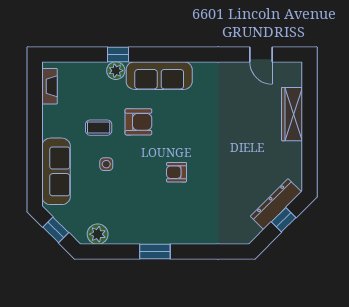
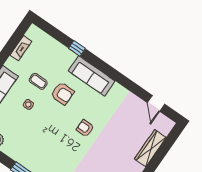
plant: (116, 71) -> (70, 56), removed
fireplace: (49, 86) -> (21, 48), moved
armchair: (177, 172) -> (85, 128), moved

